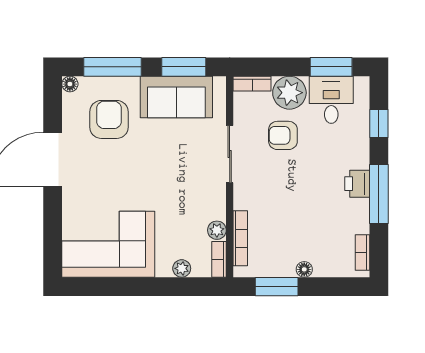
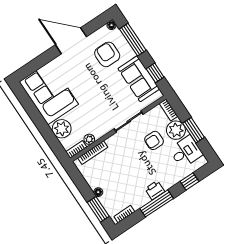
window: (184, 67) -> (155, 73), width x0.67
window: (331, 67) -> (194, 130), moved
armchair: (109, 119) -> (107, 54), turned -90
armchair: (283, 135) -> (154, 140), turned -90
plant: (182, 268) -> (62, 129), width x1.88, depth x1.88
window: (277, 287) -> (98, 209), moved

